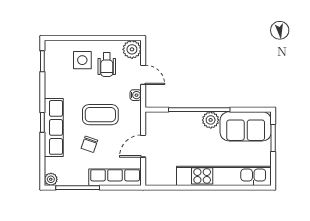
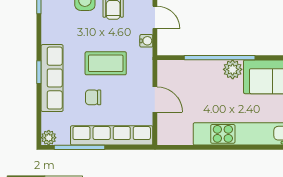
chair: (89, 144) -> (93, 97), turned 71
door: (143, 146) -> (155, 99), swing flipped
row of seats: (115, 177) -> (112, 135), width x1.36

